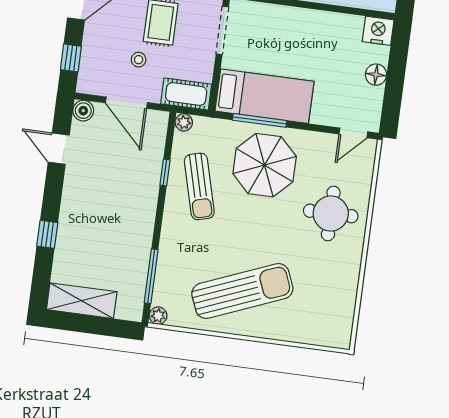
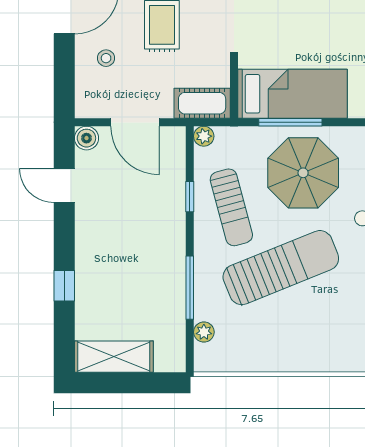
window: (71, 58) -> (64, 80), removed
stool: (139, 60) -> (106, 58), moved
window: (151, 276) -> (190, 288), moved
sun lounger: (242, 291) -> (281, 268), moved
plant: (158, 316) -> (204, 332), moved

